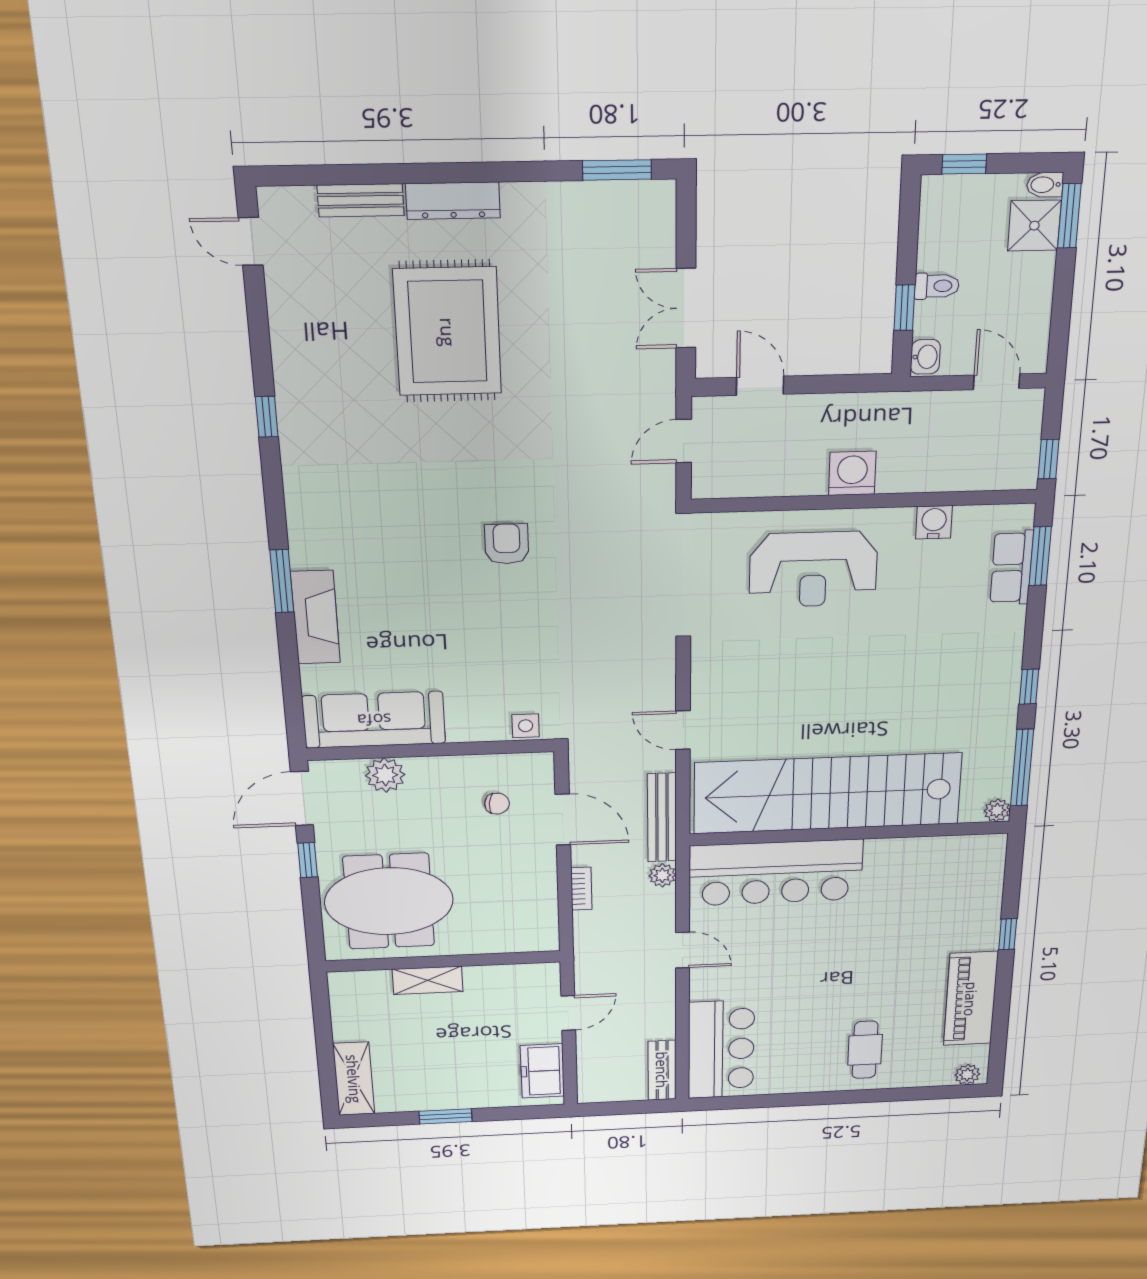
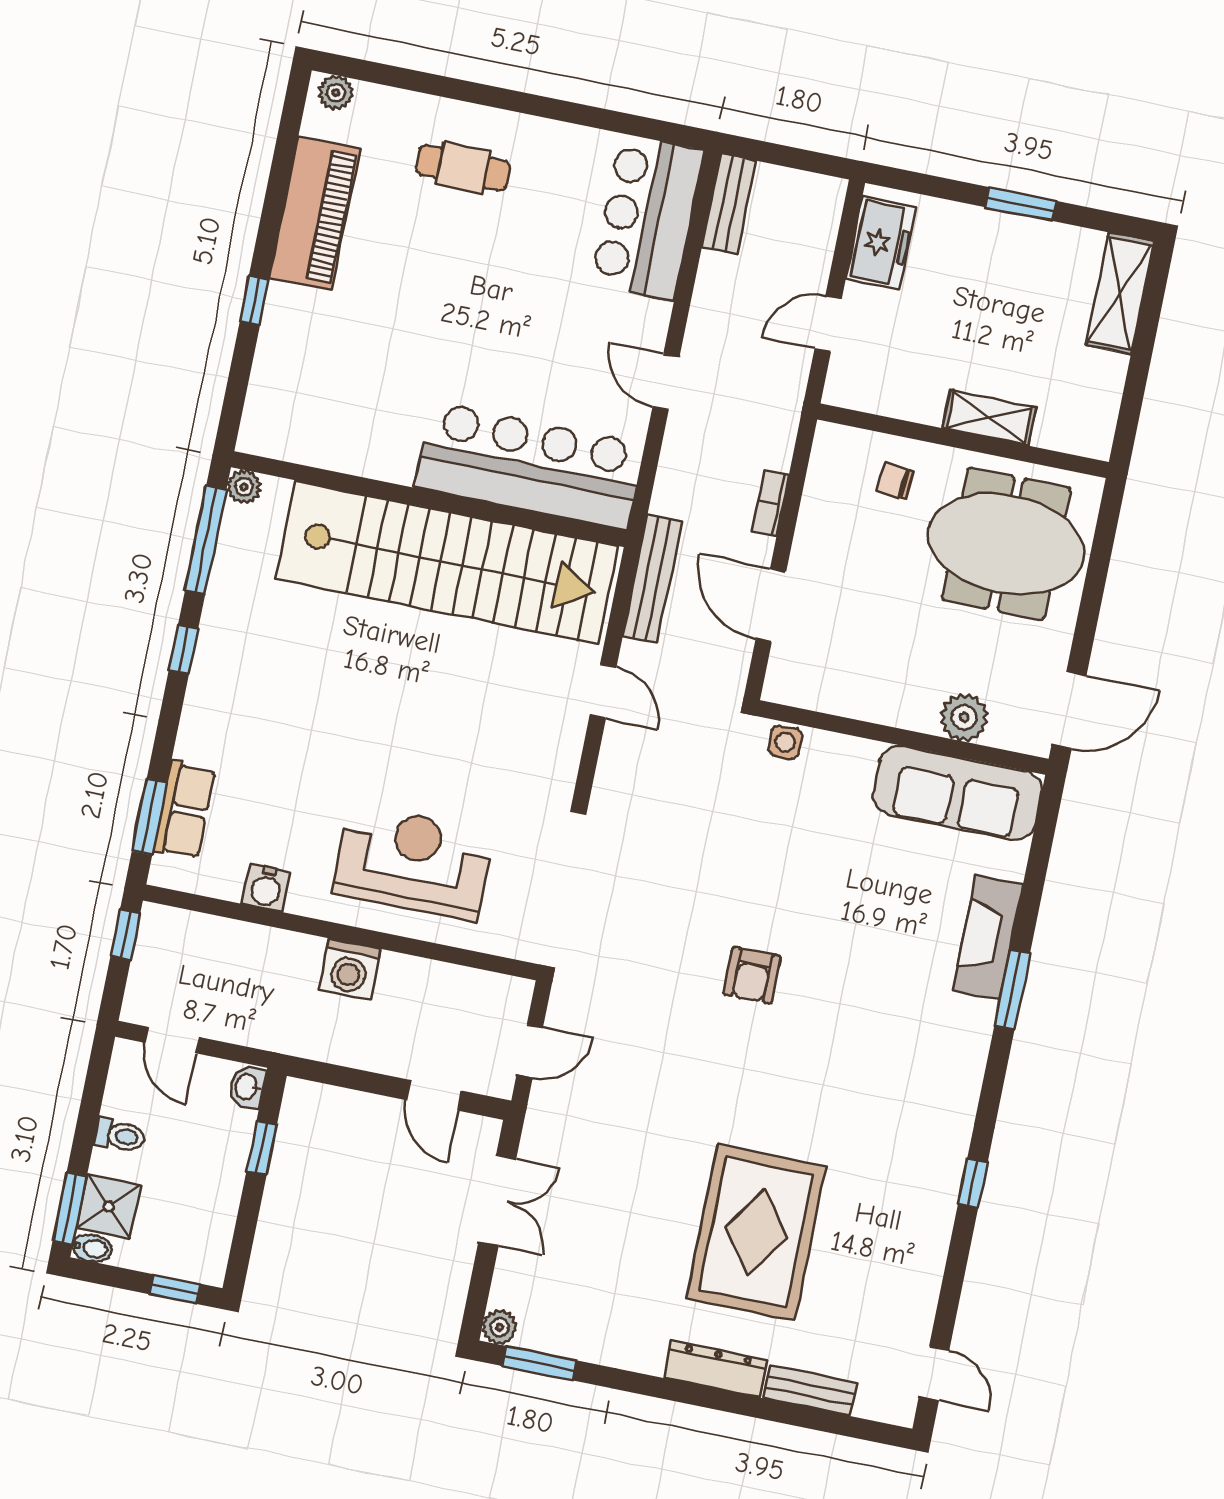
toilet: (937, 286) -> (120, 1136), moved, turned 180
chair: (497, 804) -> (895, 481), moved
window: (308, 860) -> (1086, 626), removed
plant: (662, 875) -> (500, 1327), moved
cafe table: (865, 1050) -> (463, 168), turned 90

